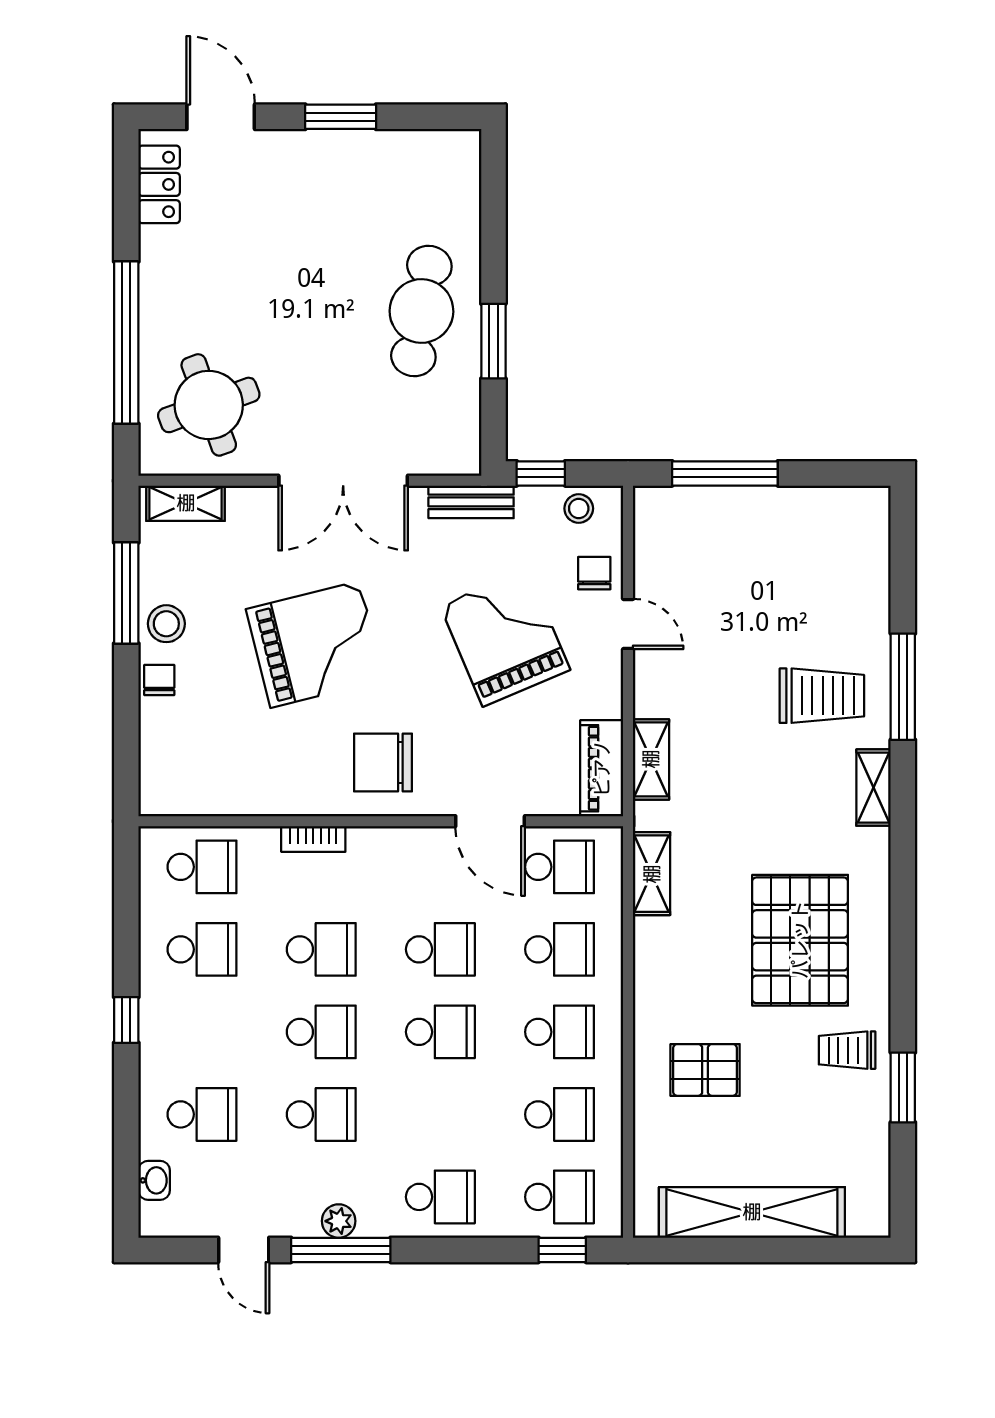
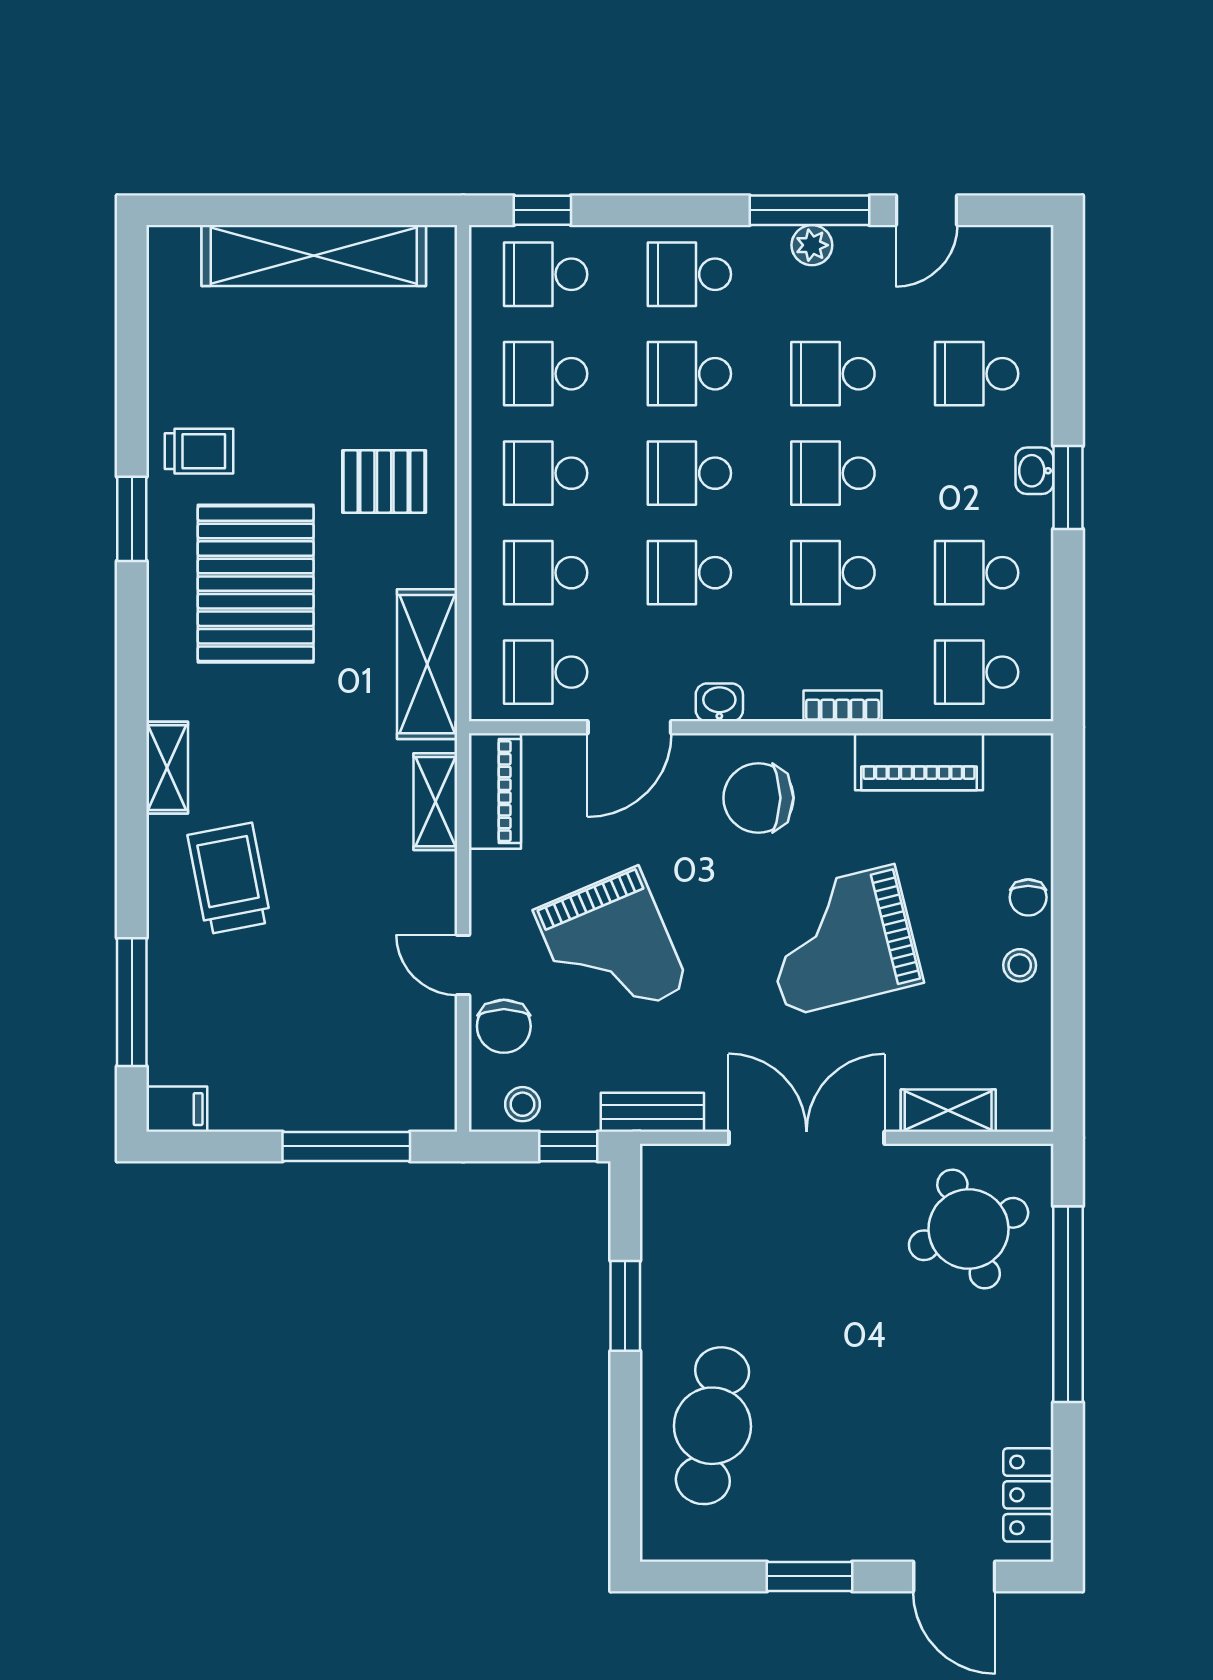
cafe table: (421, 311) -> (712, 1426), moved
shelving: (186, 503) -> (948, 1111), moved
filing cabinet: (865, 504) -> (177, 1109), added
chair: (594, 573) -> (504, 1026), width x1.37, depth x1.37
window: (126, 593) -> (1068, 1002), removed
stool: (166, 624) -> (1020, 965), width x0.73, depth x0.73
window: (903, 687) -> (132, 1002), moved
trolley: (822, 696) -> (229, 879), turned 79
chair: (383, 762) -> (758, 798), turned 180
piano: (250, 793) -> (919, 762), added
door: (490, 821) -> (629, 727), swing flipped
washbasin: (415, 842) -> (719, 702), added
shelving: (652, 874) -> (427, 664), width x1.50, depth x1.33
window: (126, 1020) -> (1068, 488), width x1.50
pallet: (705, 1070) -> (384, 482), moved
window: (903, 1087) -> (132, 519), moved
school desk: (440, 1114) -> (689, 374), added
washbasin: (154, 1180) -> (1034, 471), moved
door: (244, 1250) -> (926, 210), swing flipped

